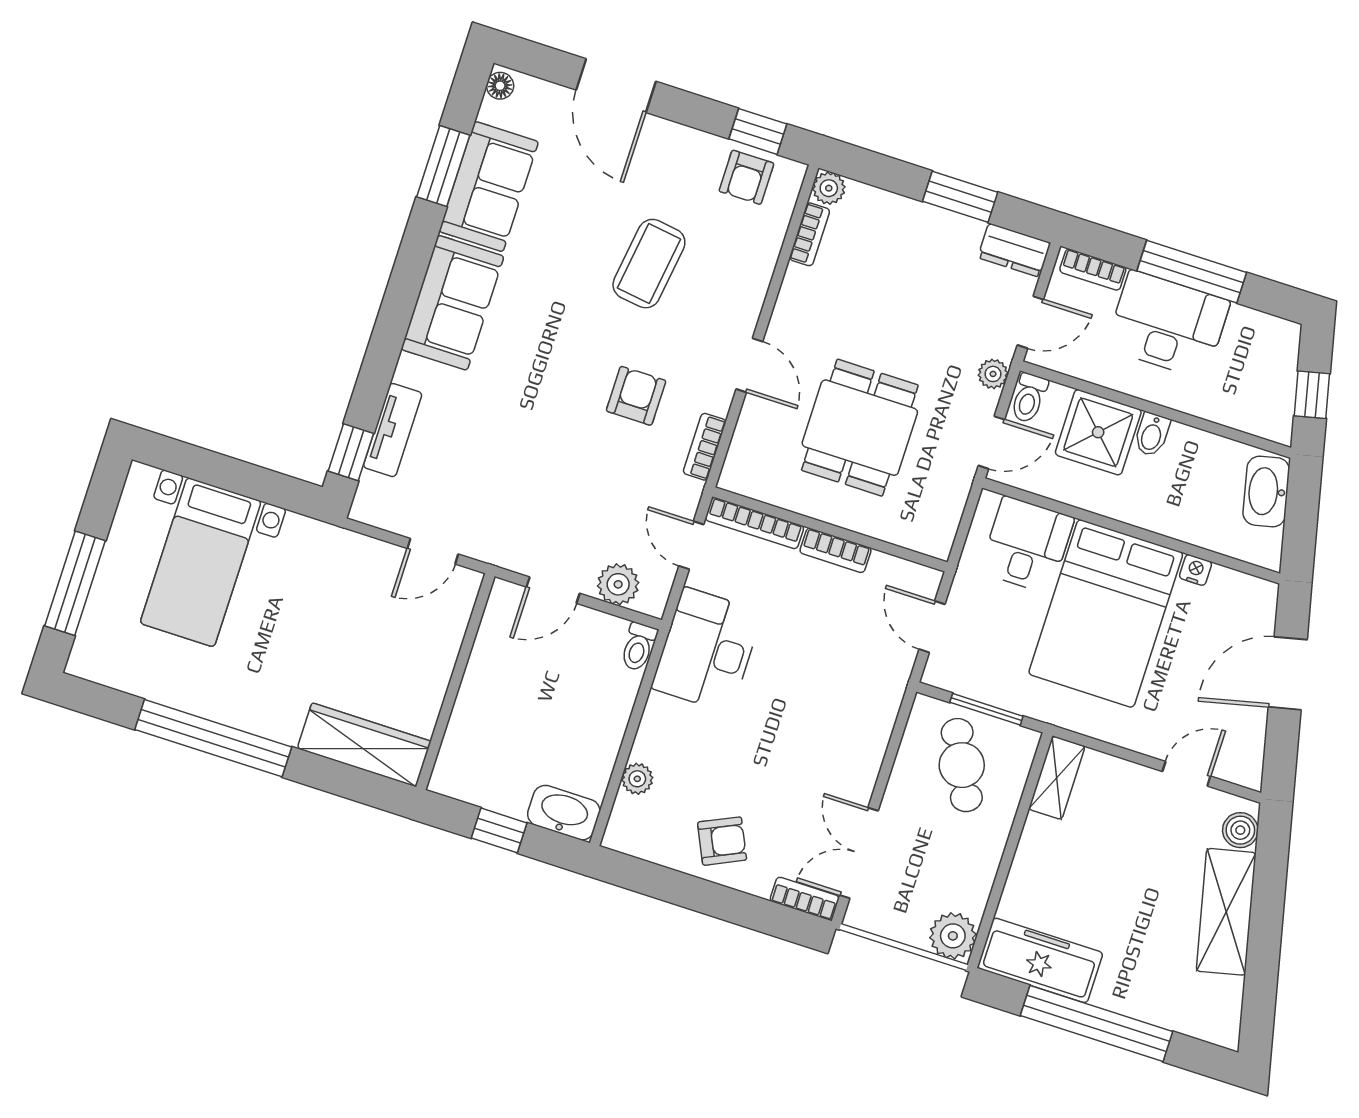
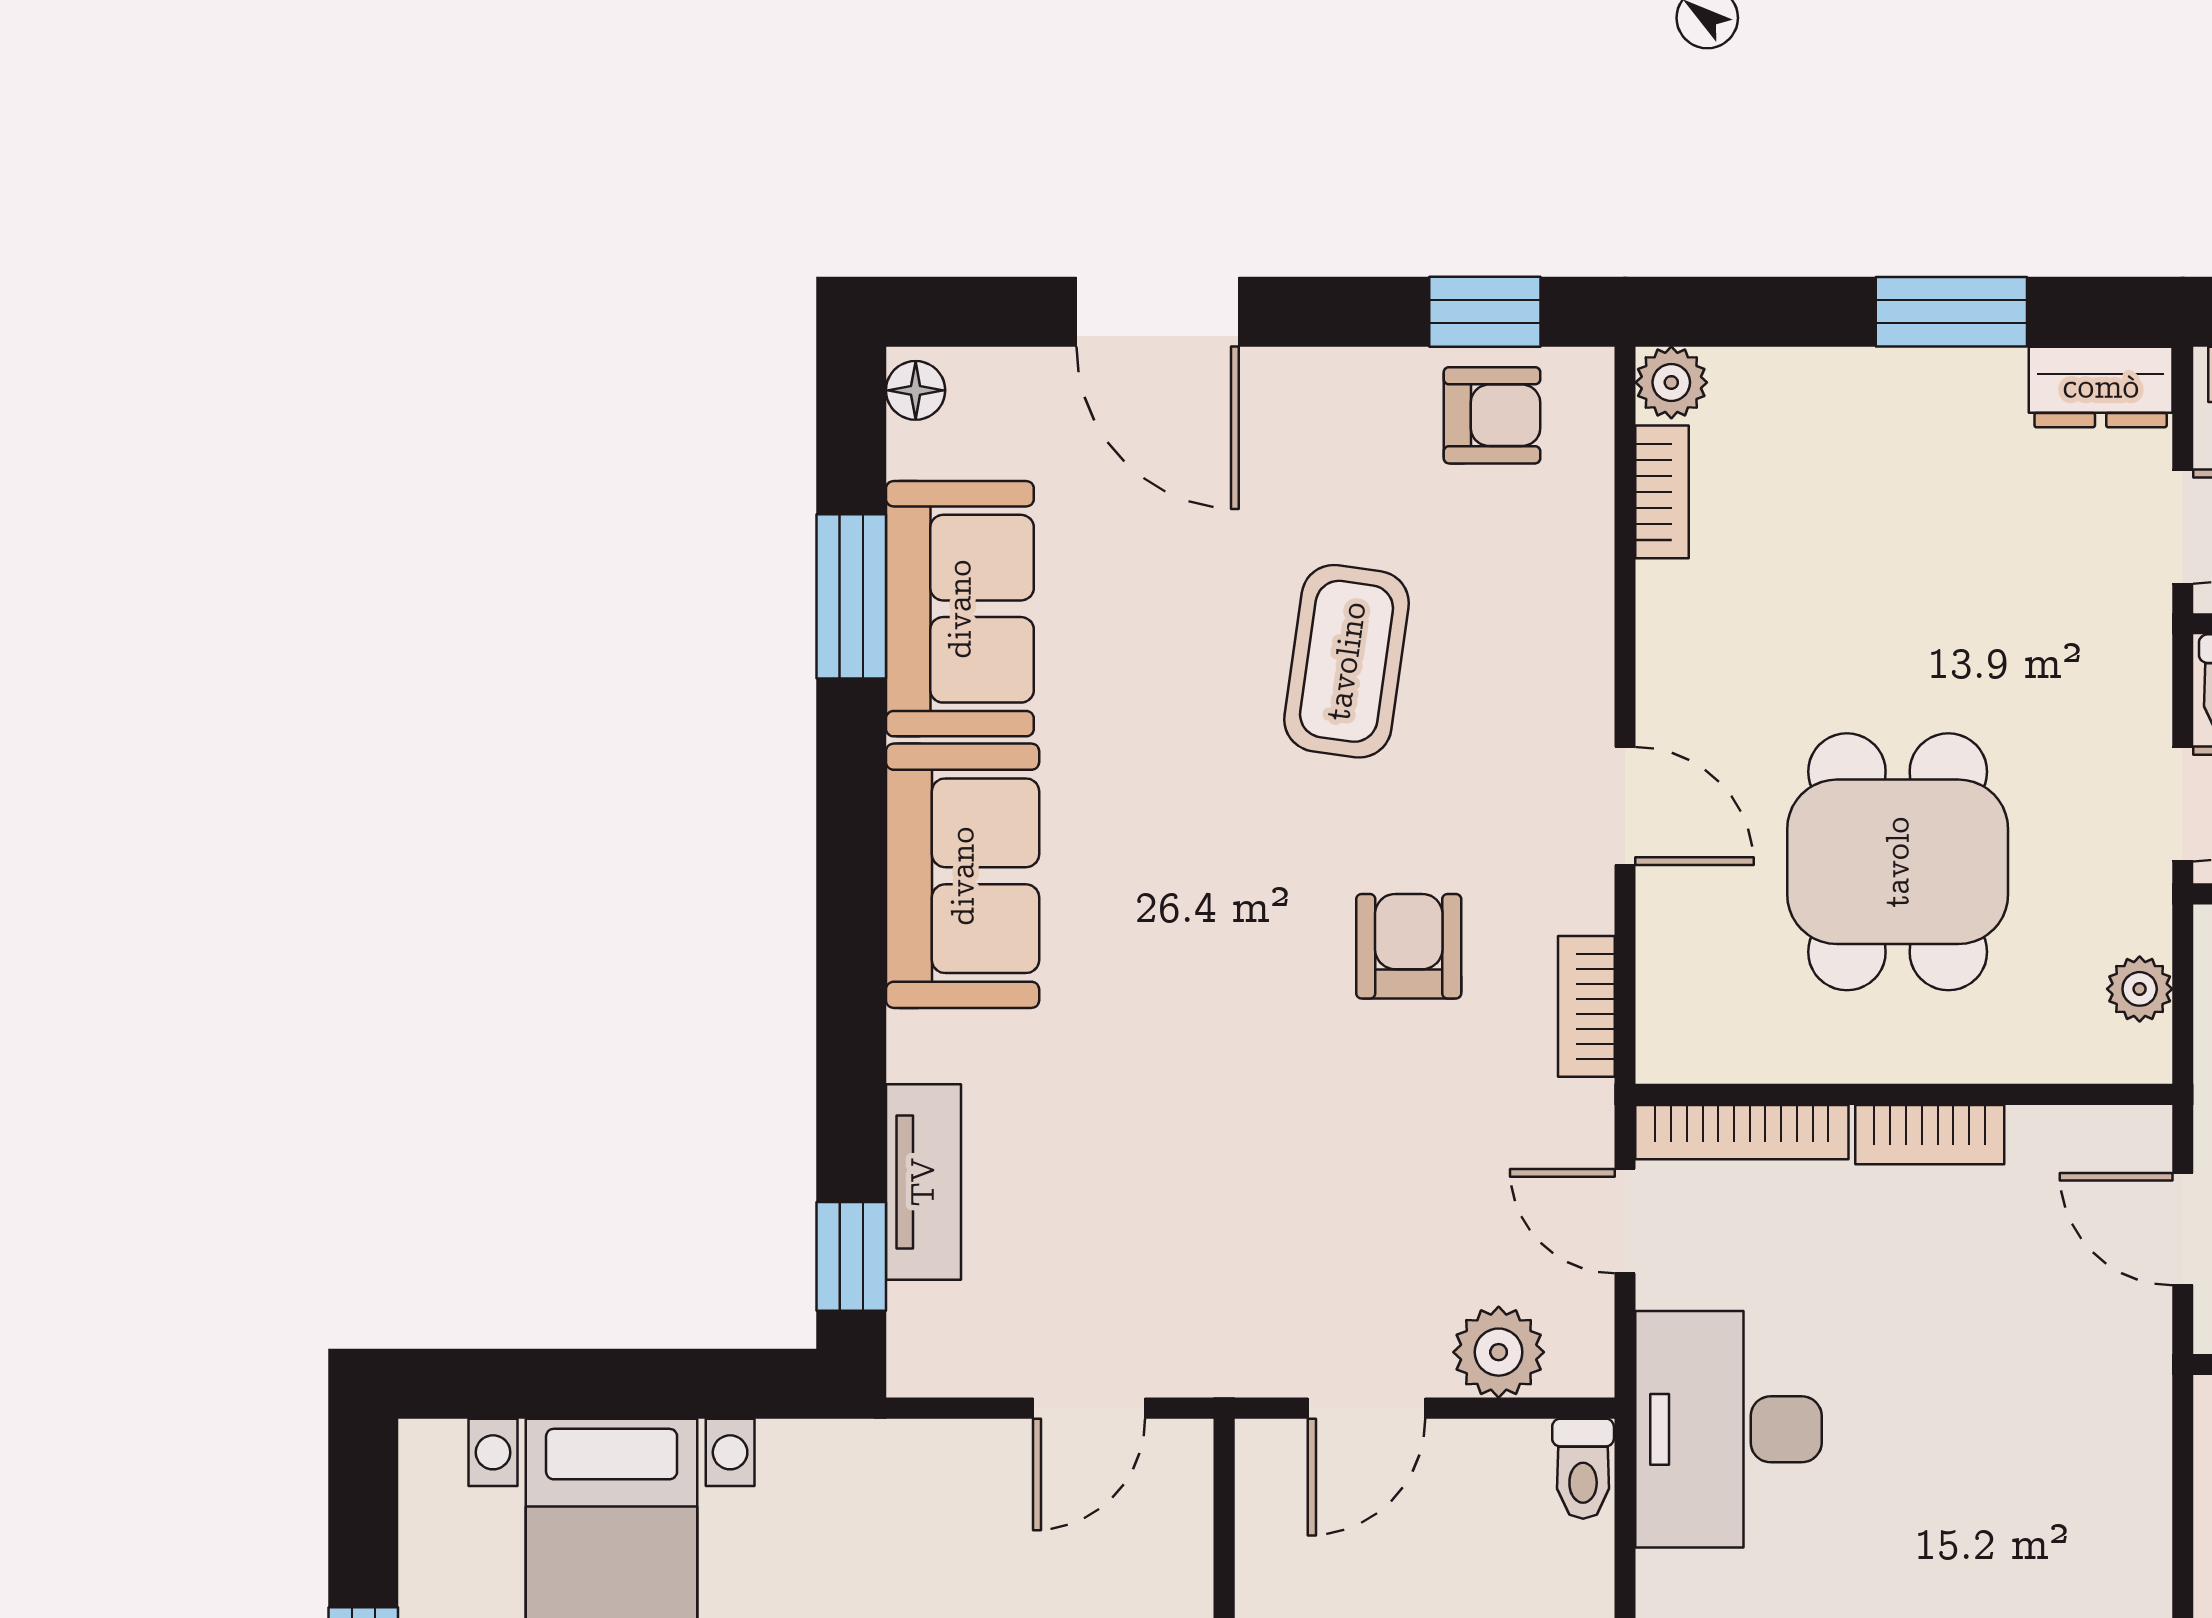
armchair: (746, 177) -> (1492, 415), turned -90
plant: (993, 374) -> (2140, 989), moved

